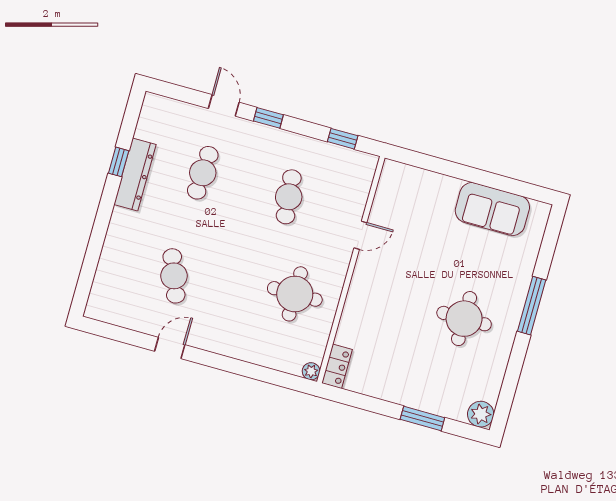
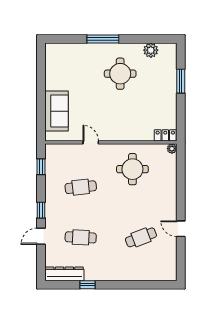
dresser: (135, 175) -> (64, 274), moved
sofa: (492, 209) -> (56, 111), moved
plant: (481, 414) -> (151, 50), moved

